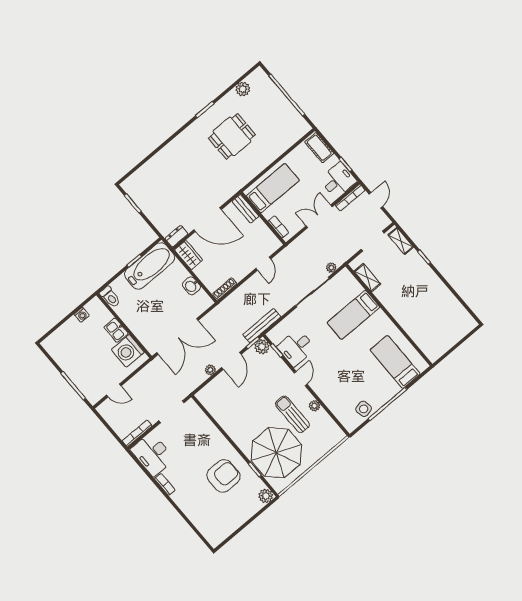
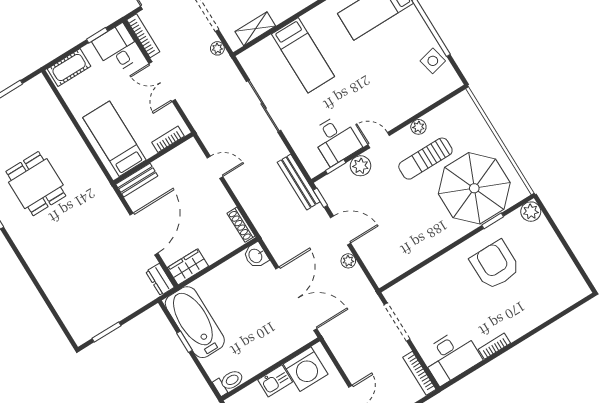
plant: (331, 268) -> (217, 48), moved
washbasin: (191, 286) -> (256, 256), moved, turned 90
plant: (262, 347) -> (360, 166), moved

